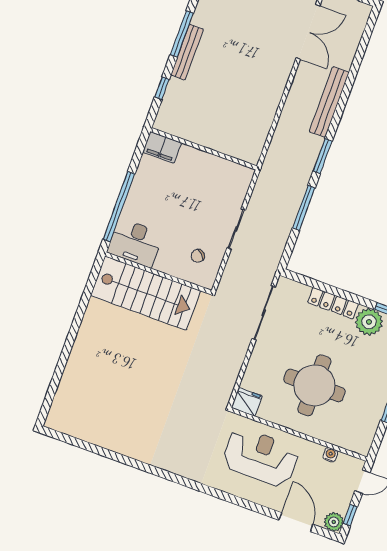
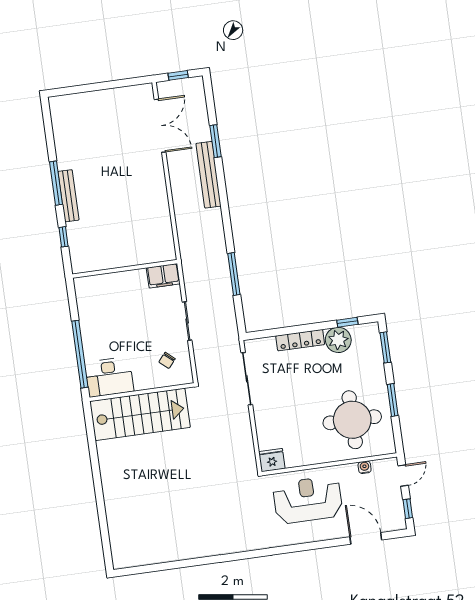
filing cabinet: (162, 147) -> (163, 276), moved
window: (323, 156) -> (216, 141), moved
round table: (314, 385) -> (352, 420), moved
plant: (334, 522) -> (397, 522), removed

